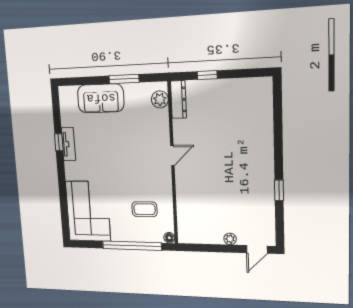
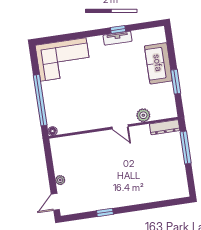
window: (207, 75) -> (186, 148), width x2.17
plant: (160, 99) -> (143, 115), moved
coffee table: (144, 209) -> (73, 108), removed
door: (257, 249) -> (55, 202), hinge flipped

